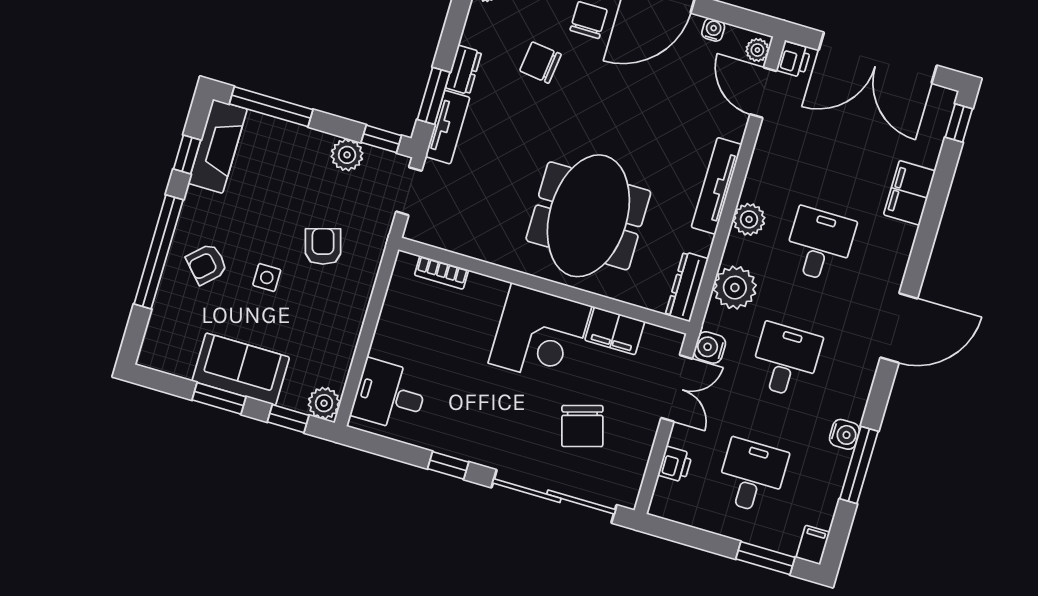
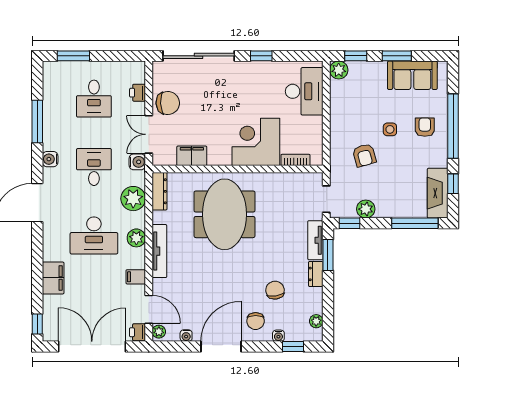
chair: (541, 63) -> (275, 290), turned -105
desk: (820, 245) -> (94, 235), width x1.37
armchair: (207, 264) -> (425, 127), turned -47
corner desk: (540, 335) -> (256, 142), moved
desk: (786, 360) -> (94, 167), turned 180
sofa: (241, 369) -> (412, 75), moved
desk: (390, 395) -> (304, 91), width x1.37
chair: (582, 426) -> (168, 103), moved, turned 104
water cooler: (844, 434) -> (50, 159), moved
filing cabinet: (813, 545) -> (136, 277), moved, turned 90

